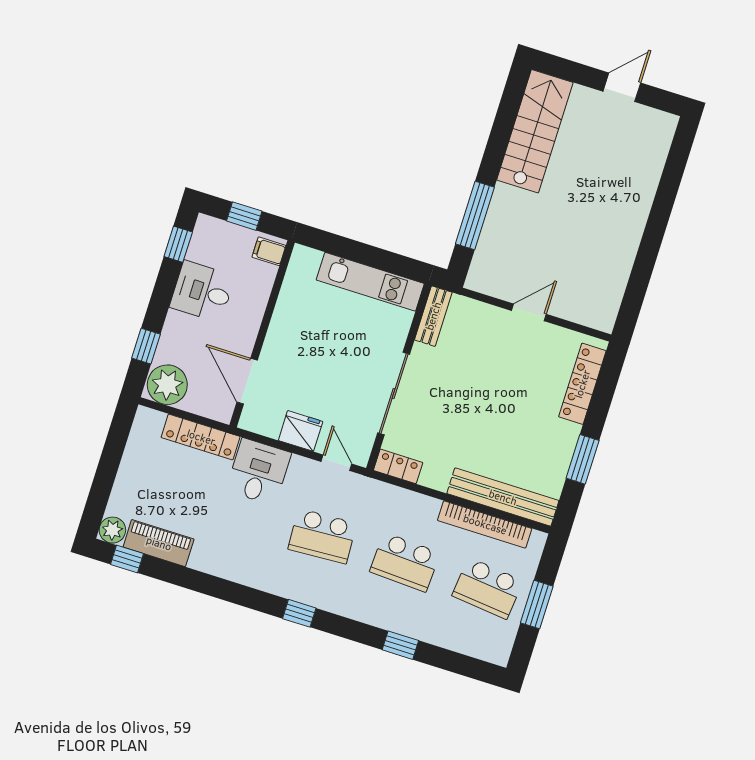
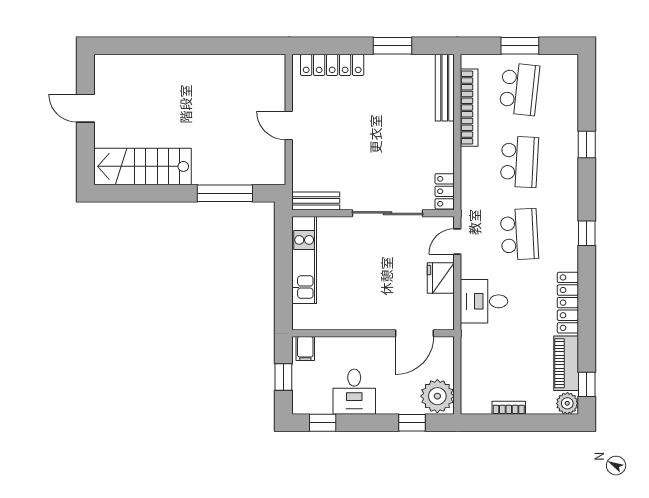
locker: (201, 437) -> (568, 303), moved, turned 180
bookcase: (128, 462) -> (509, 408), added
bench: (503, 497) -> (445, 88), width x0.73, depth x0.82

